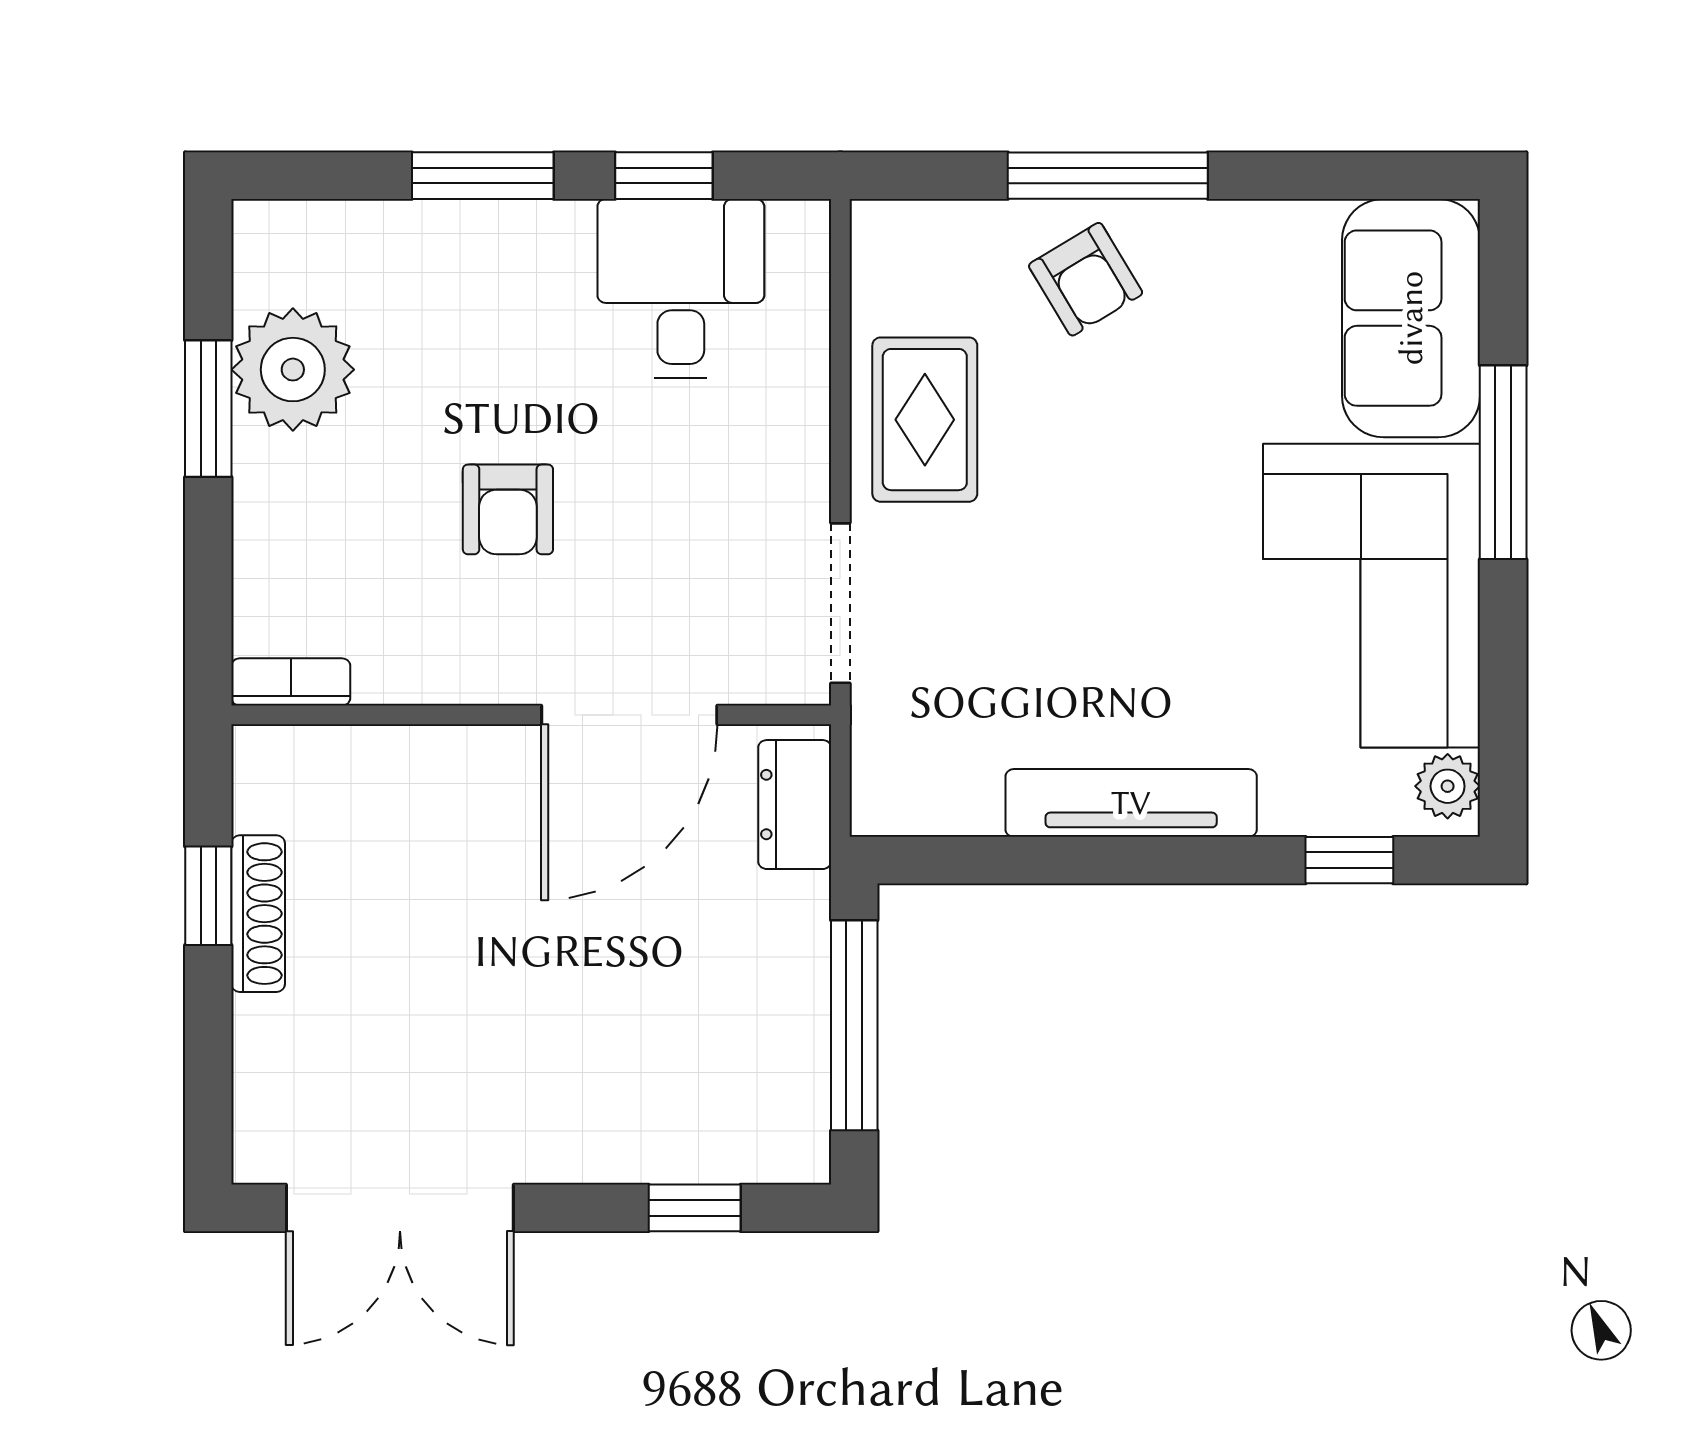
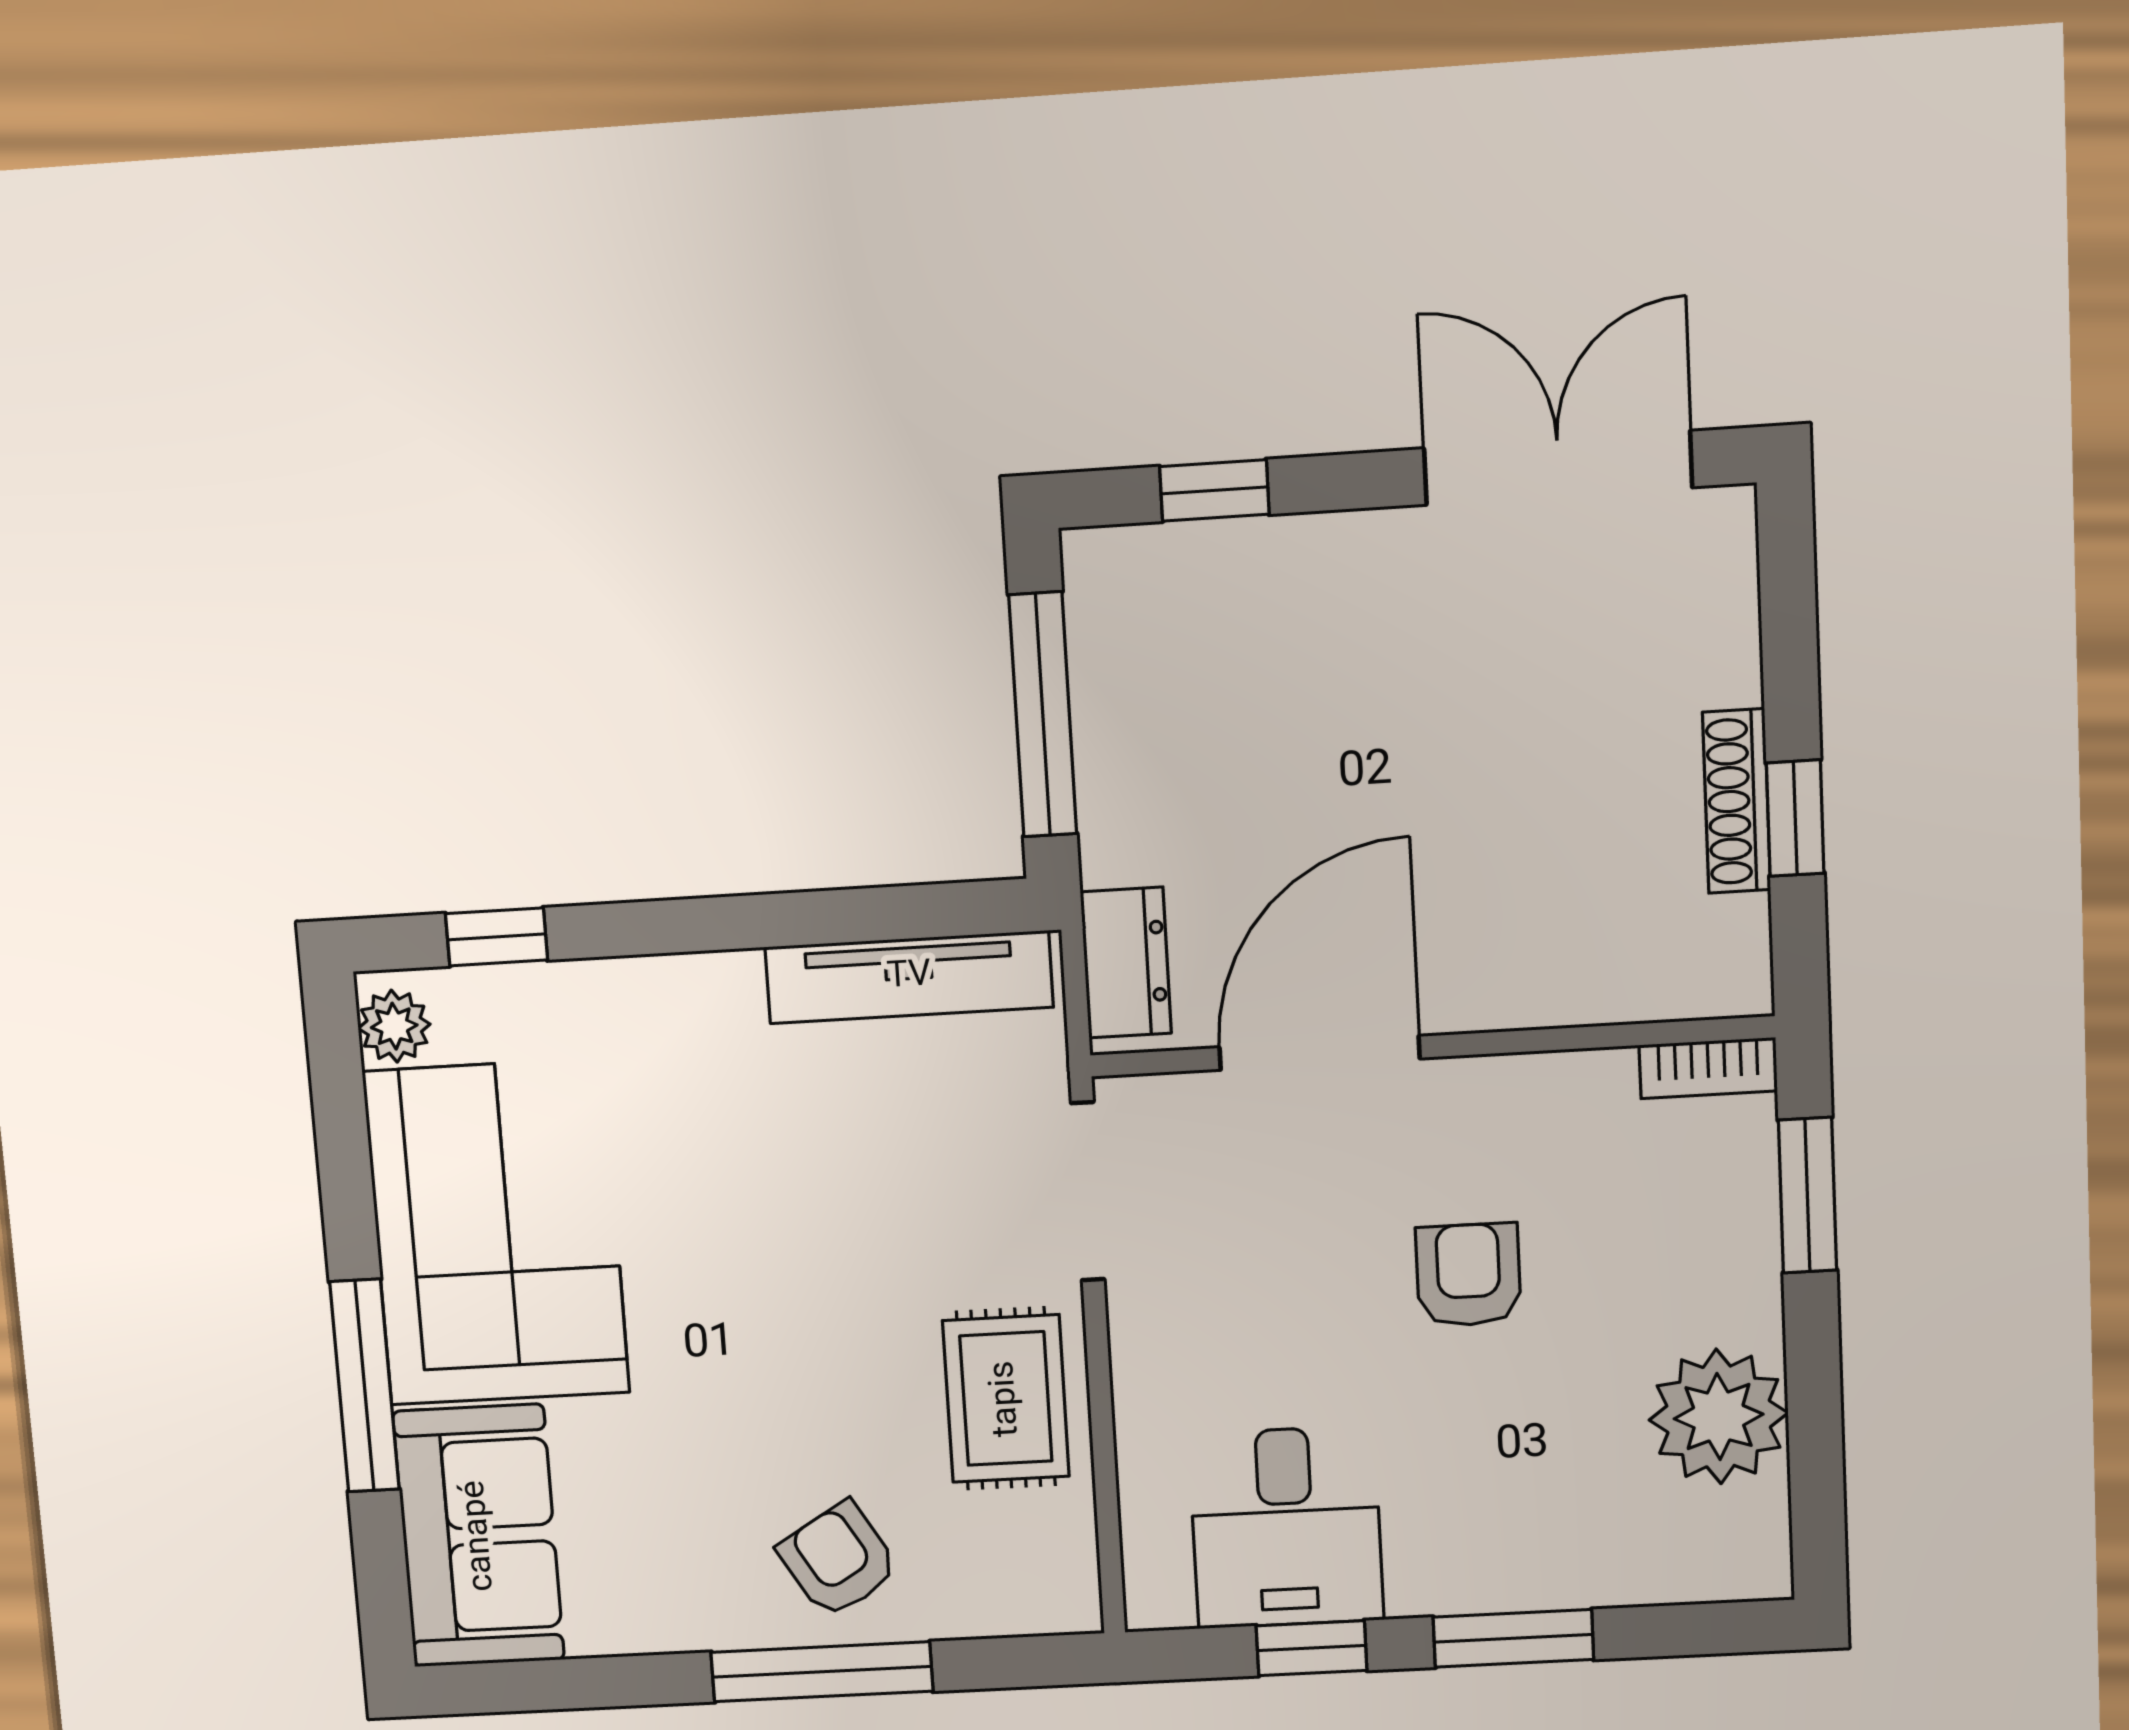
window: (208, 409) -> (1808, 1195), moved
tv unit: (1131, 803) -> (909, 977), moved

